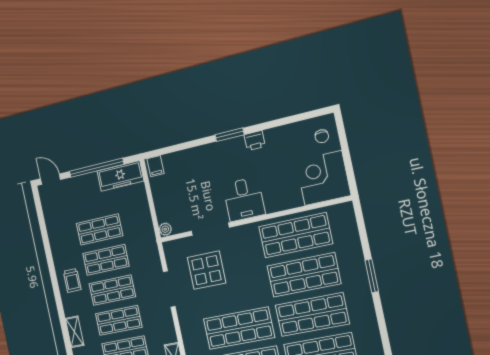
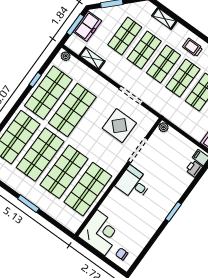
printer: (255, 141) -> (194, 169), moved

